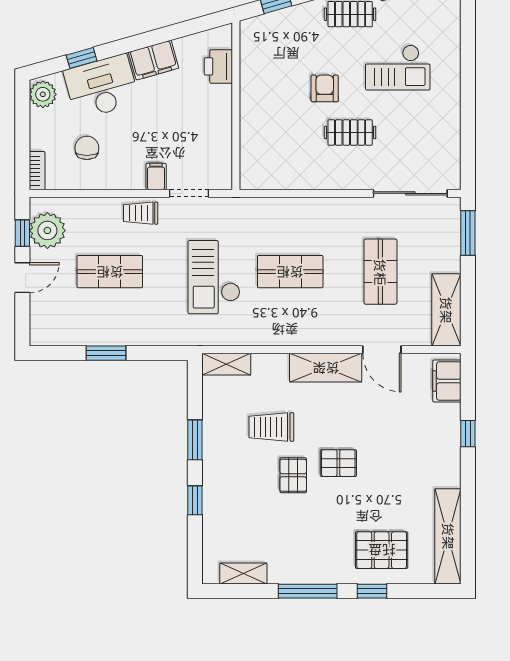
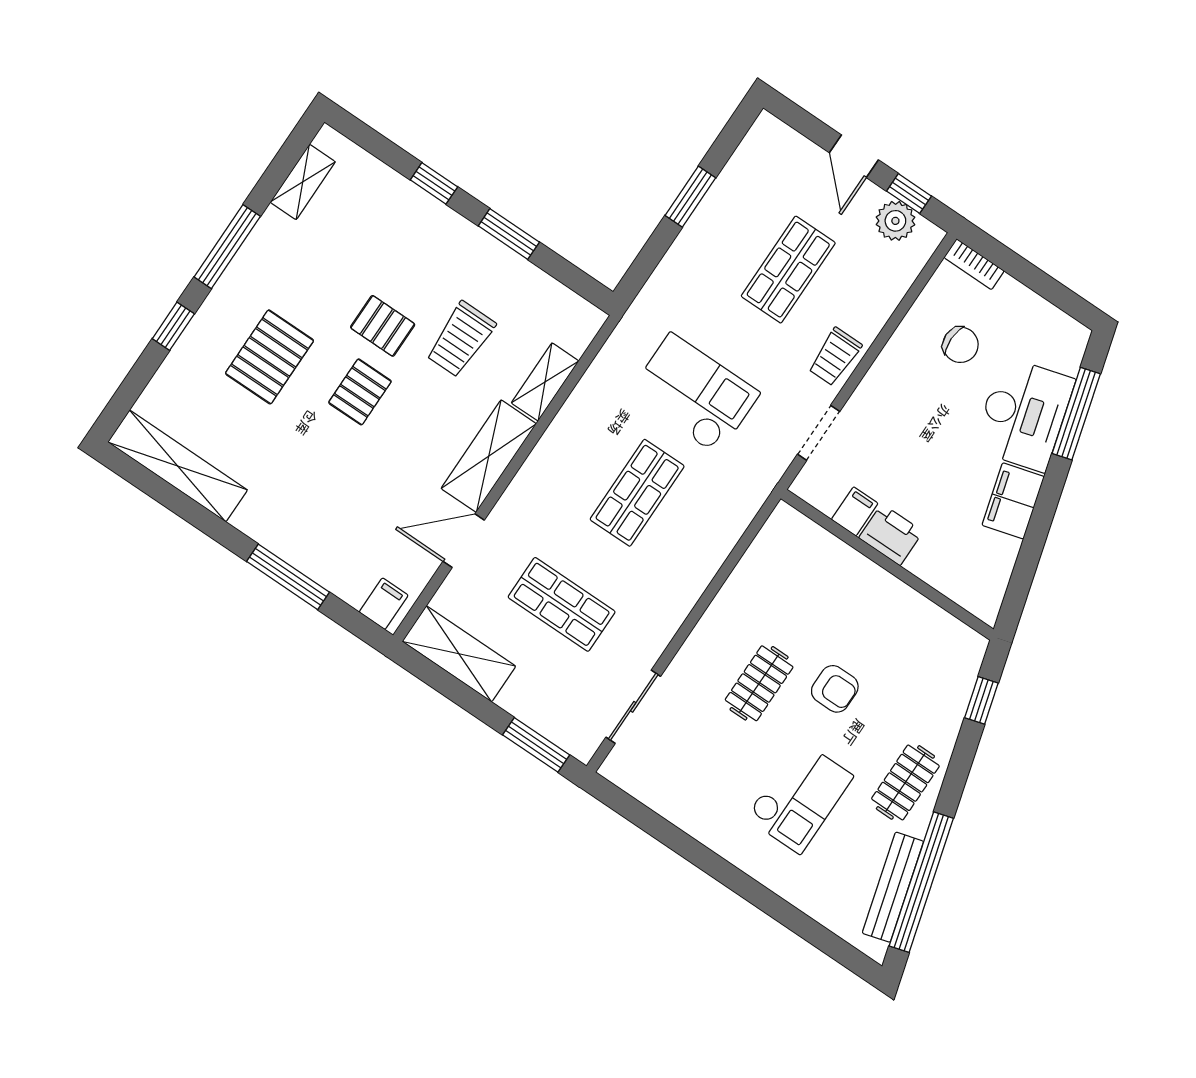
window: (82, 58) -> (1076, 414), width x2.17
printer: (218, 66) -> (891, 535), moved
checkout: (398, 68) -> (800, 797), turned 180
plant: (43, 94) -> (1064, 335), removed
filing cabinet: (156, 177) -> (855, 511), moved, turned -90
sliding door: (410, 193) -> (633, 707), width x0.73
trolley: (141, 213) -> (835, 357), turned 180
plant: (47, 230) -> (895, 221), width x0.73, depth x0.73
shelving: (226, 364) -> (545, 382), moved
filing cabinet: (447, 381) -> (384, 604), width x0.50
trolley: (271, 427) -> (461, 339), turned 180
window: (468, 434) -> (288, 577), width x2.17
pallet: (382, 550) -> (269, 357), moved

